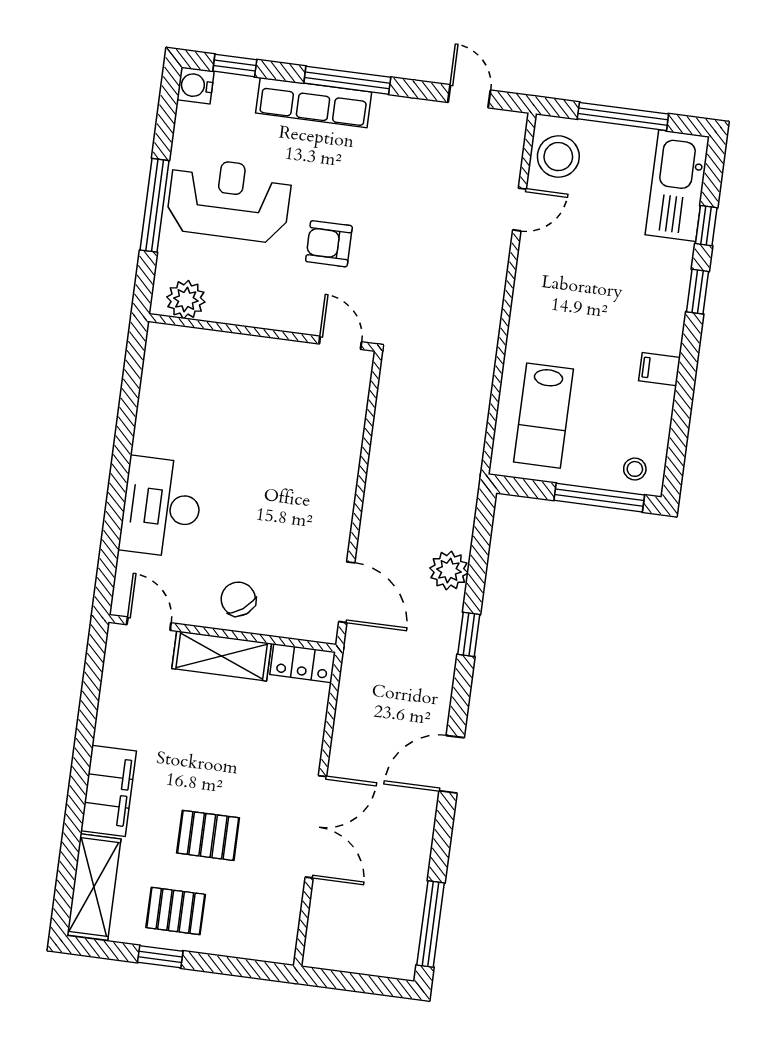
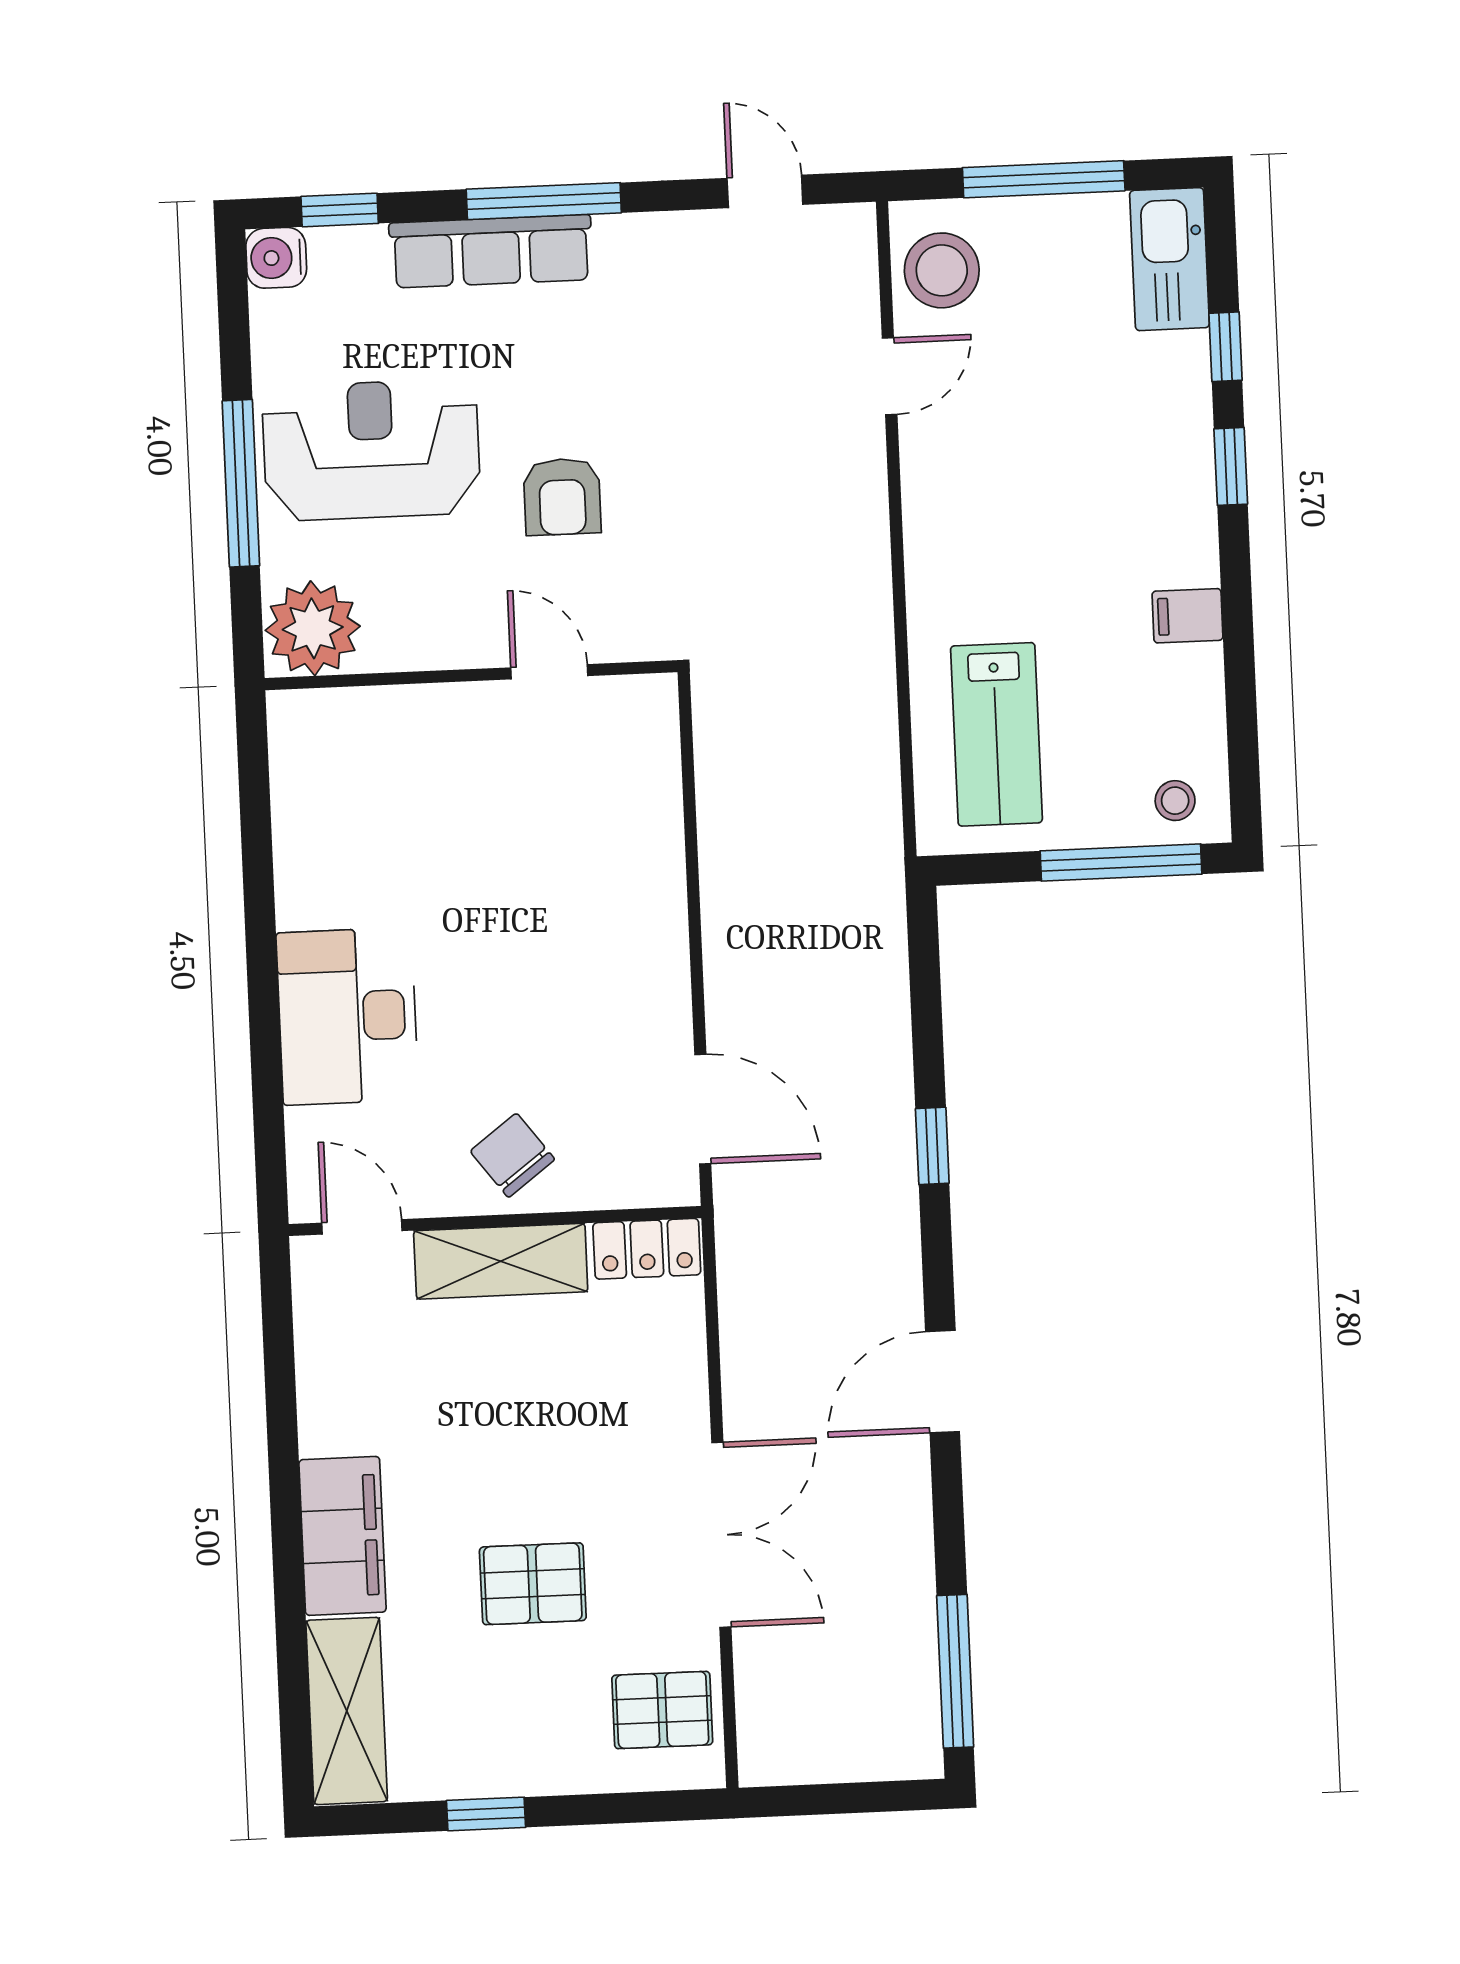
kitchen sink: (677, 186) -> (1170, 259), width x0.73, depth x0.81
armchair: (329, 244) -> (562, 497), turned -90
plant: (186, 300) -> (313, 628), width x1.36, depth x1.36
door: (340, 343) -> (549, 672), moved
plant: (449, 570) -> (877, 1039), removed
pallet: (176, 911) -> (662, 1710), moved

